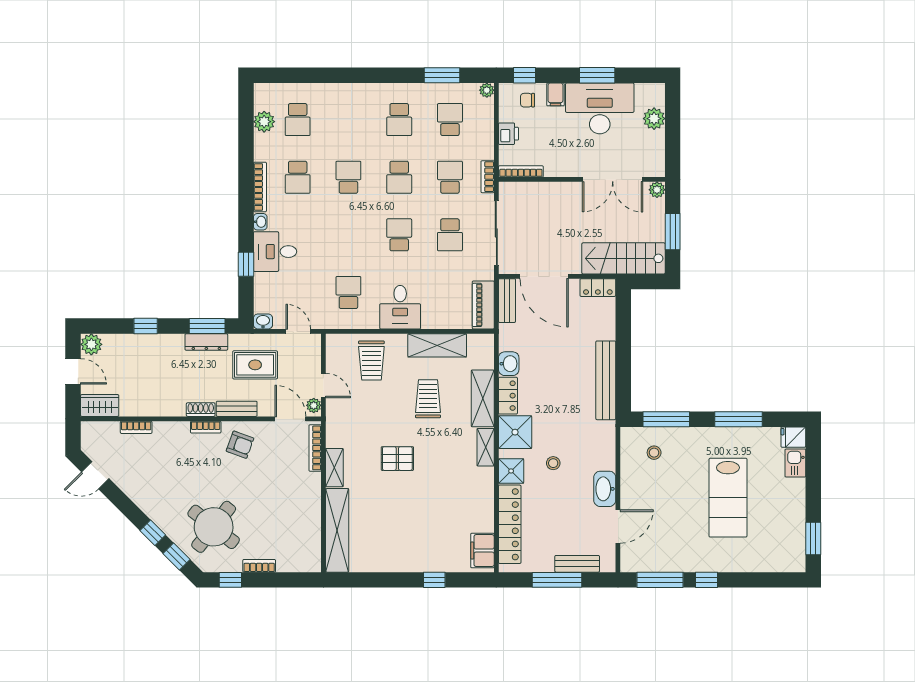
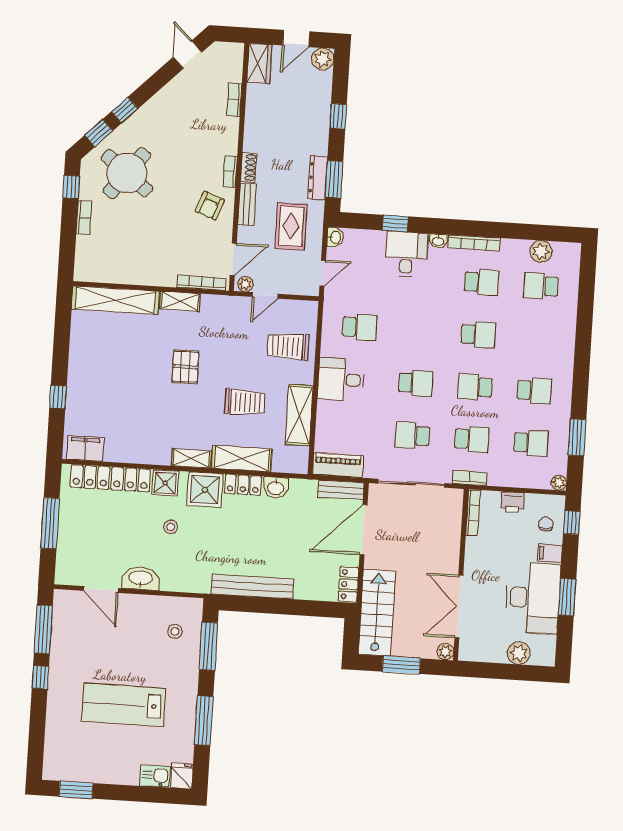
school desk: (399, 120) -> (534, 391), turned 180
school desk: (298, 177) -> (482, 282), turned 180
bench: (577, 564) -> (65, 545), removed

